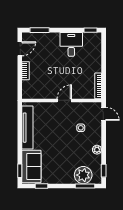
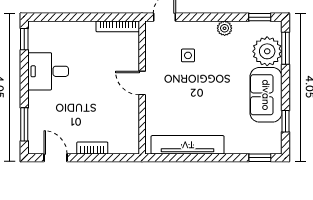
sofa: (31, 166) -> (266, 95), moved, turned -90

